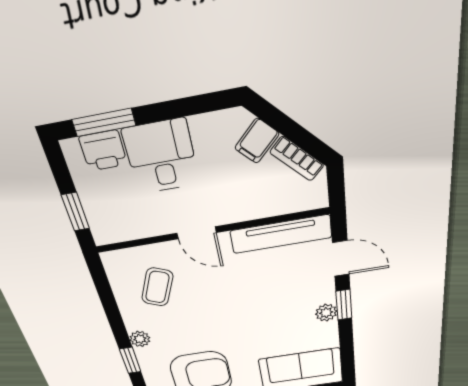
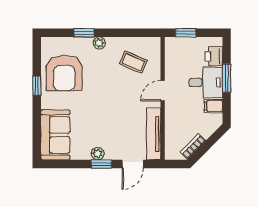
window: (104, 122) -> (227, 78), moved
filing cabinet: (257, 141) -> (213, 106), moved, turned -45

